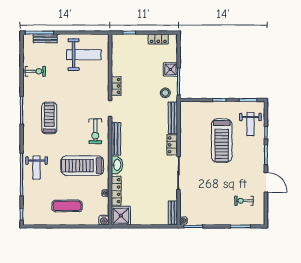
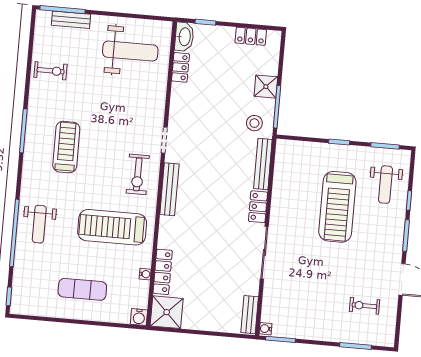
locker: (116, 86) -> (180, 67), moved
washbasin: (117, 165) -> (184, 37), moved

